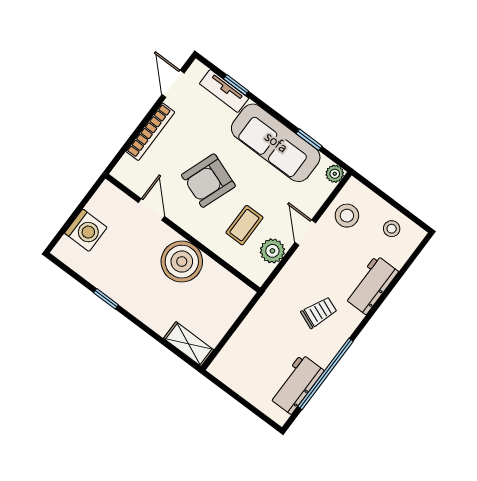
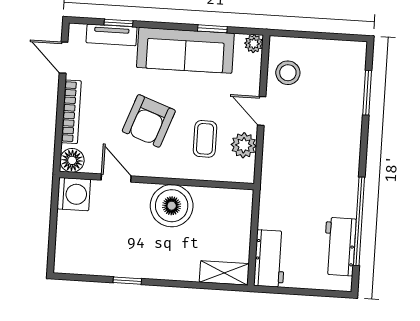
floor lamp: (125, 172) -> (72, 160), added
stool: (392, 229) -> (334, 59), removed
washing machine: (86, 230) -> (74, 194), moved
window: (400, 274) -> (367, 93), added
workbench: (371, 285) -> (270, 258), moved, turned 180
trolley: (319, 312) -> (319, 172), removed

